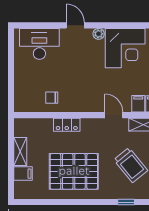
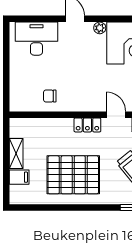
locker: (67, 125) -> (87, 125), moved

